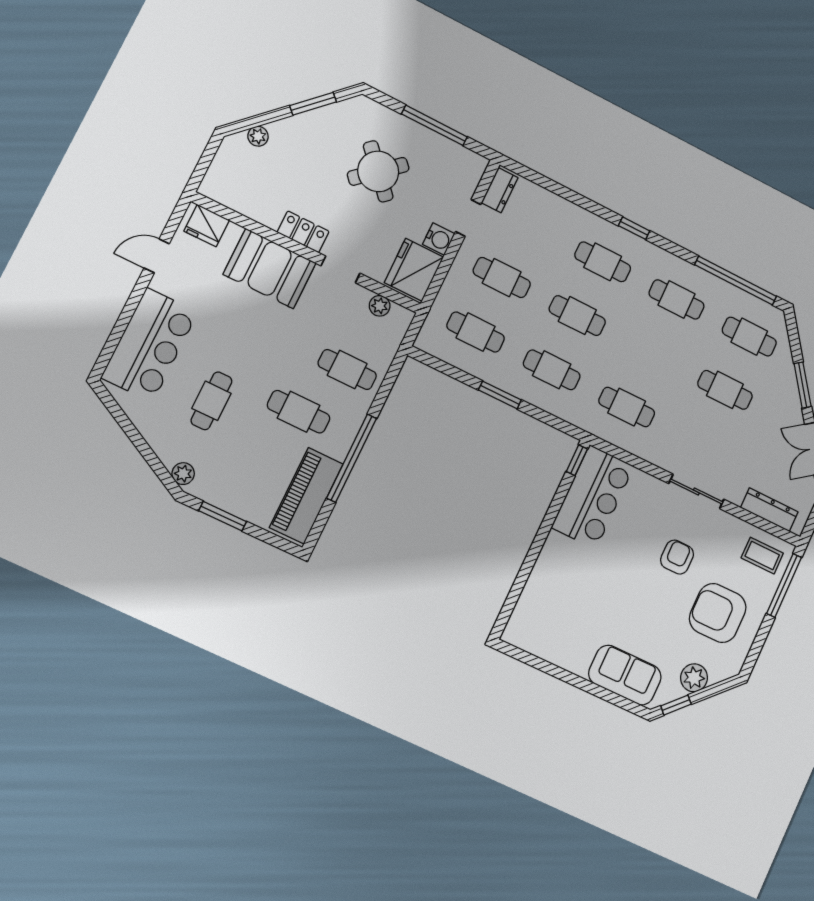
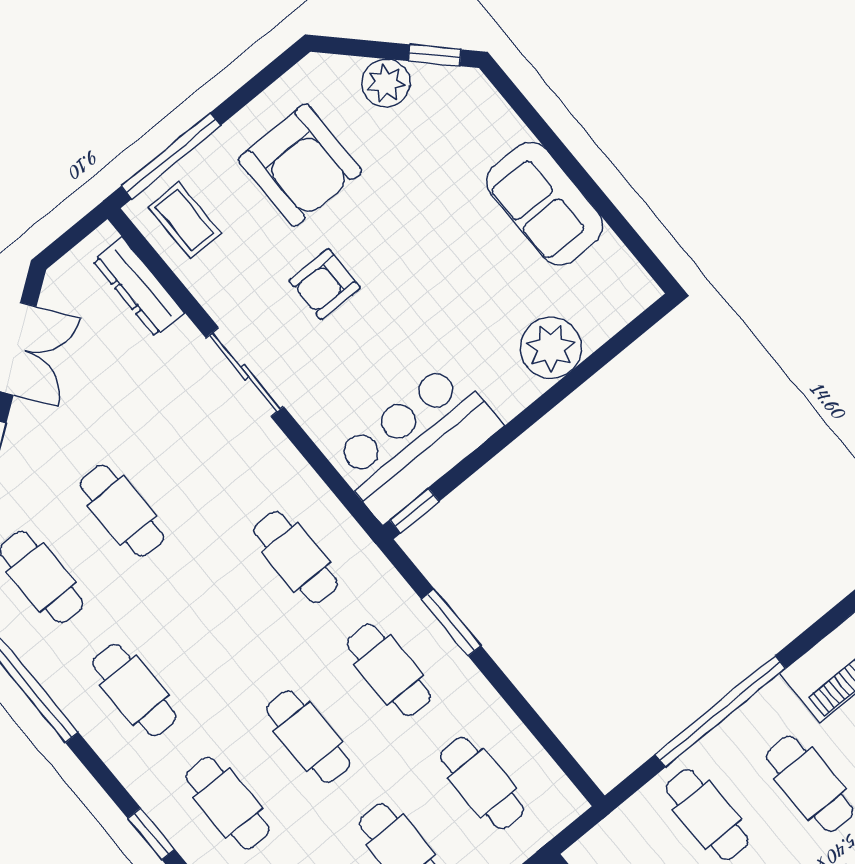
window: (500, 395) -> (451, 622), moved
window: (352, 458) -> (720, 711), moved
plant: (545, 581) -> (551, 348), added
sofa: (625, 675) -> (545, 204), moved

